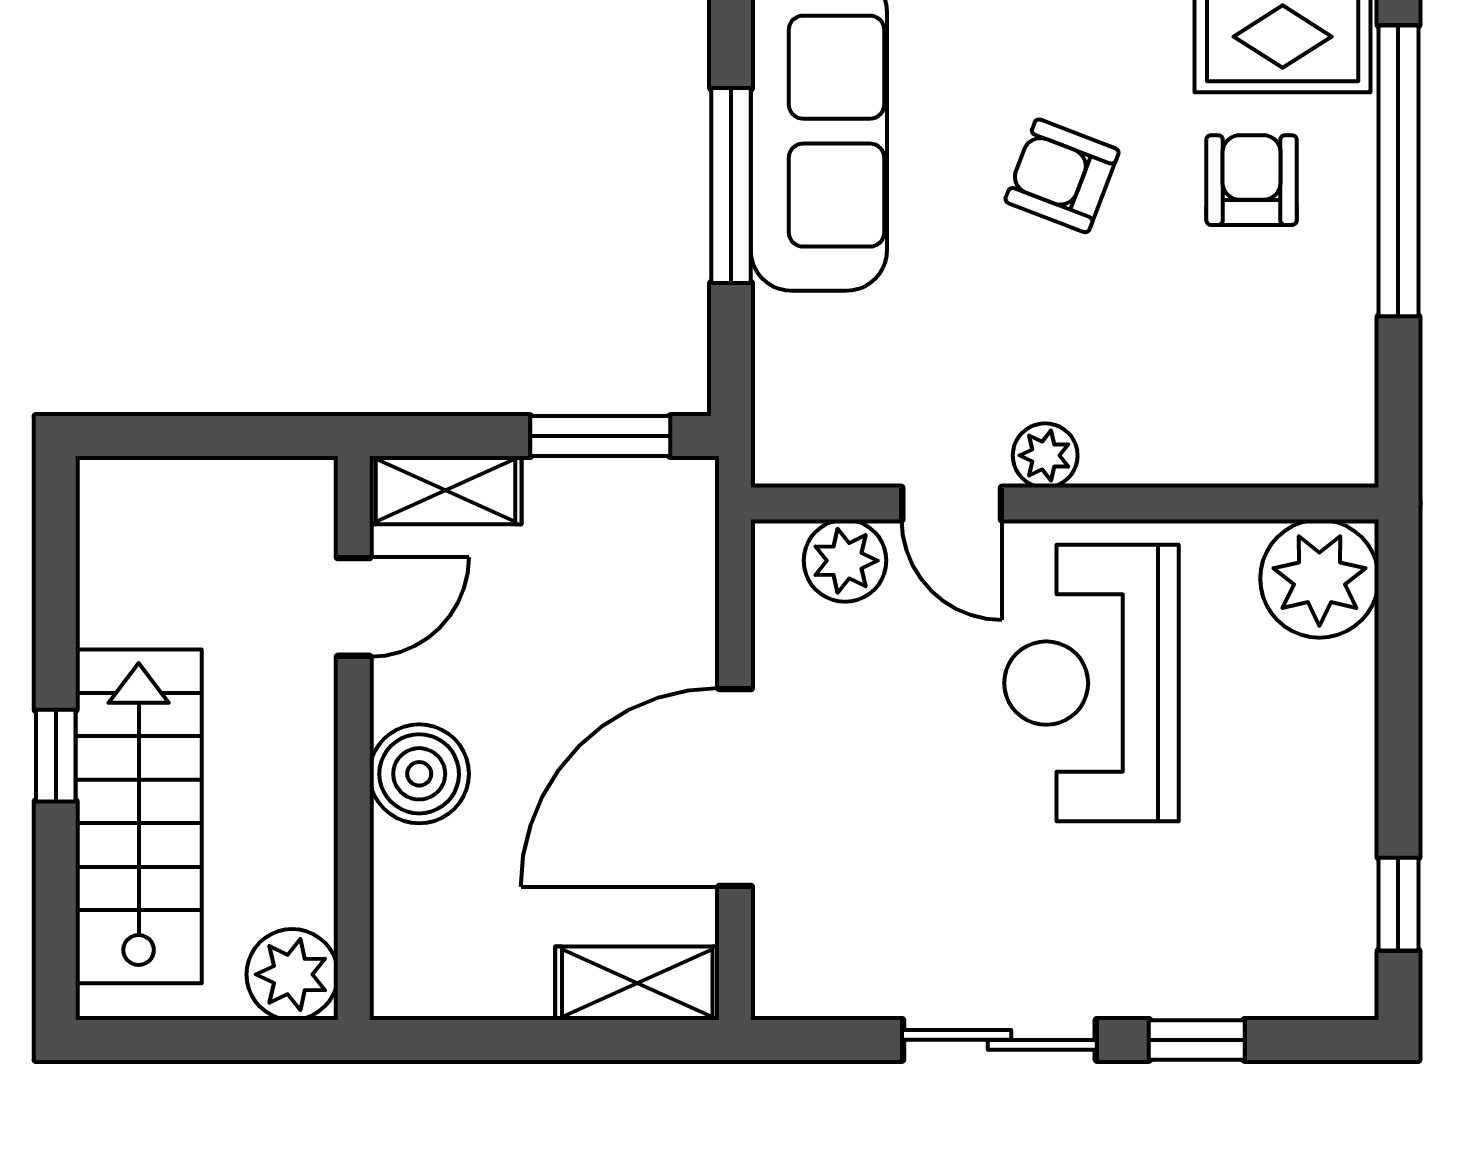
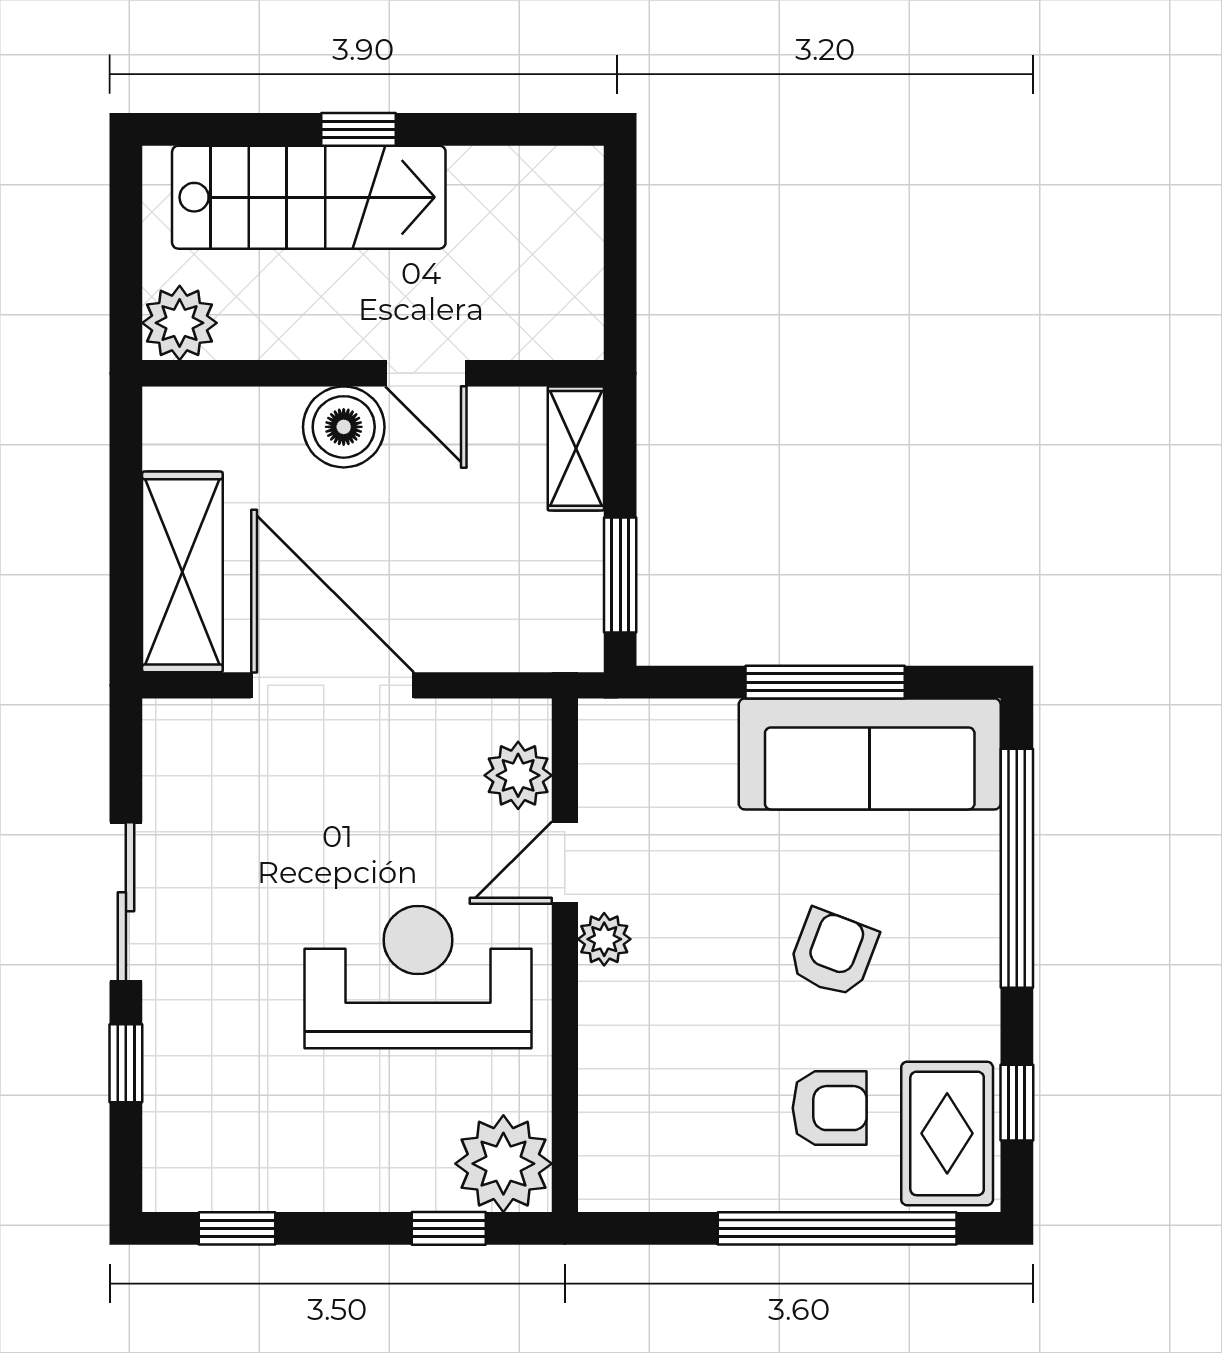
door: (354, 607) -> (426, 373), moved
window: (1398, 645) -> (449, 1228), added
shelving: (637, 983) -> (182, 572), width x1.50, depth x1.33

